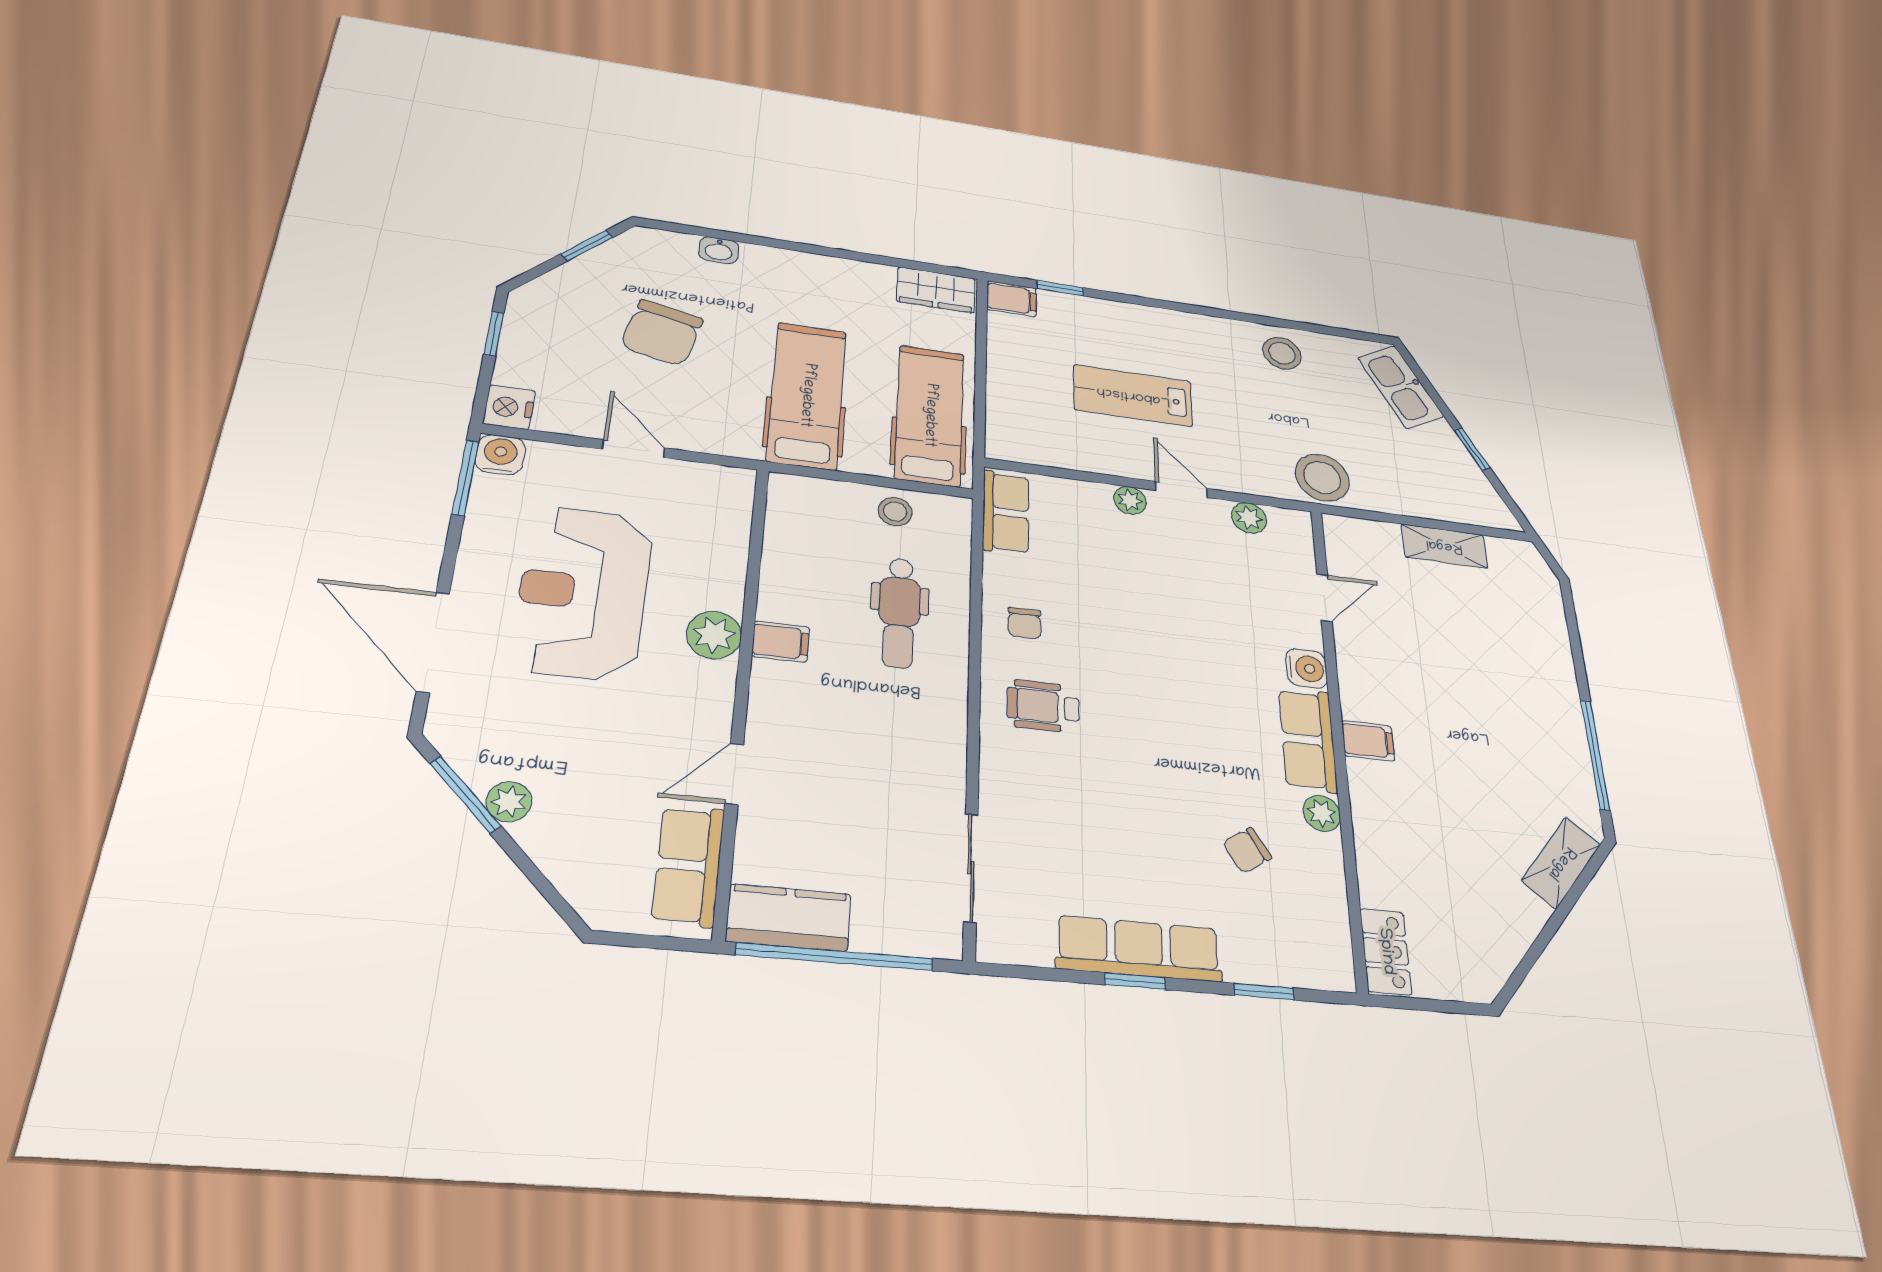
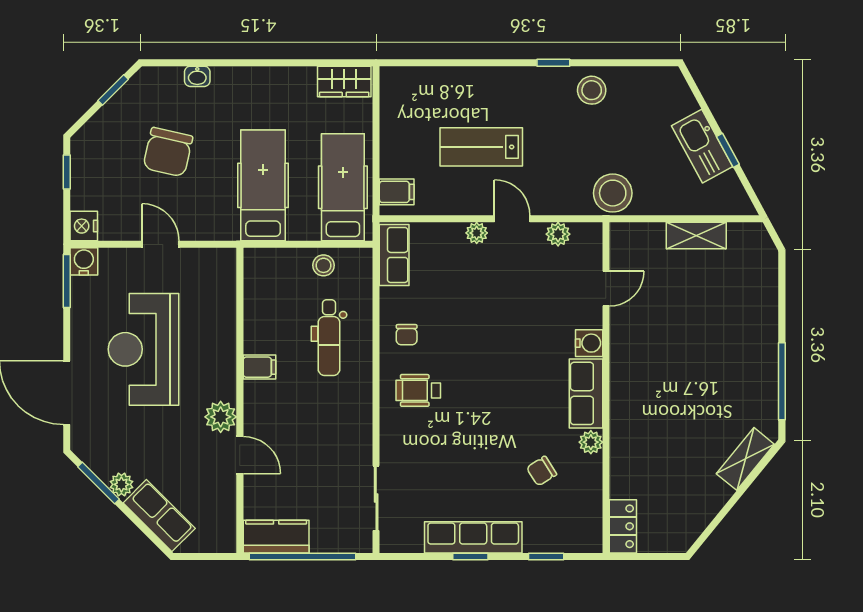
window: (1060, 288) -> (553, 63), moved
filing cabinet: (1012, 299) -> (397, 192), moved
kitchen sink: (1401, 387) -> (702, 146), moved
plant: (714, 635) -> (221, 417), moved
filing cabinet: (1368, 741) -> (626, 390), removed
door: (734, 774) -> (240, 455), swing flipped
row of seats: (688, 865) -> (159, 516), moved, turned 135

